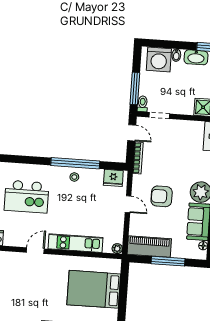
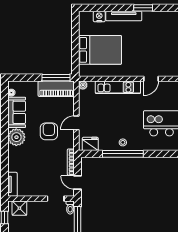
armchair: (162, 196) -> (49, 131), turned -90
door: (128, 204) -> (76, 123), hinge flipped
window: (168, 261) -> (56, 78), moved

